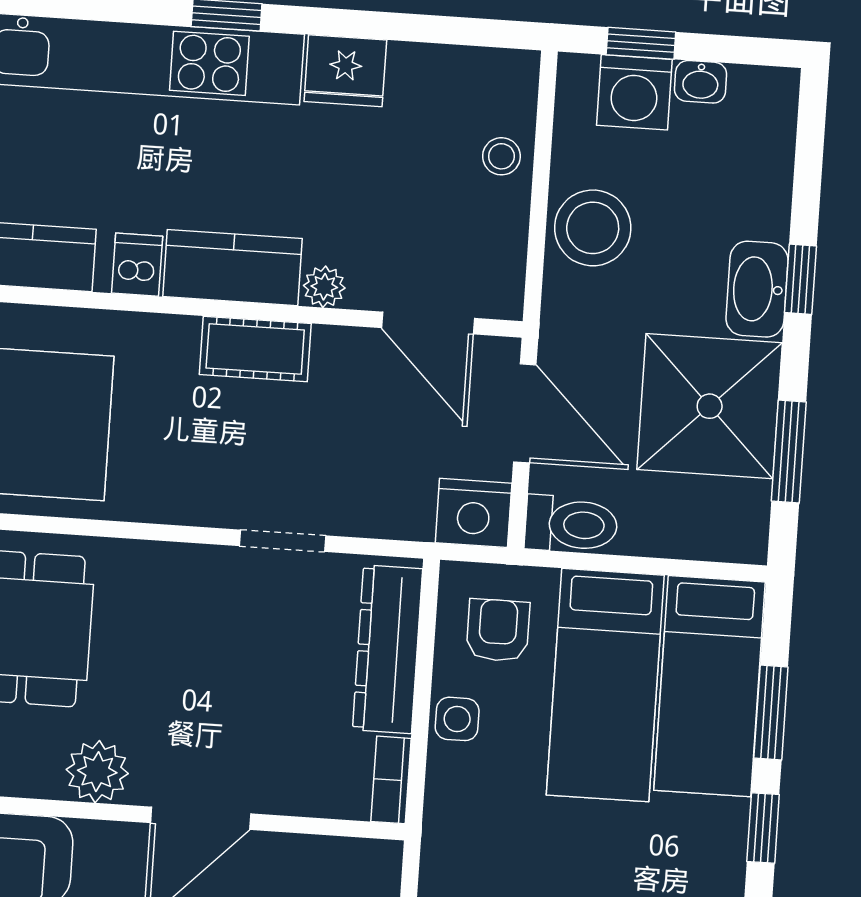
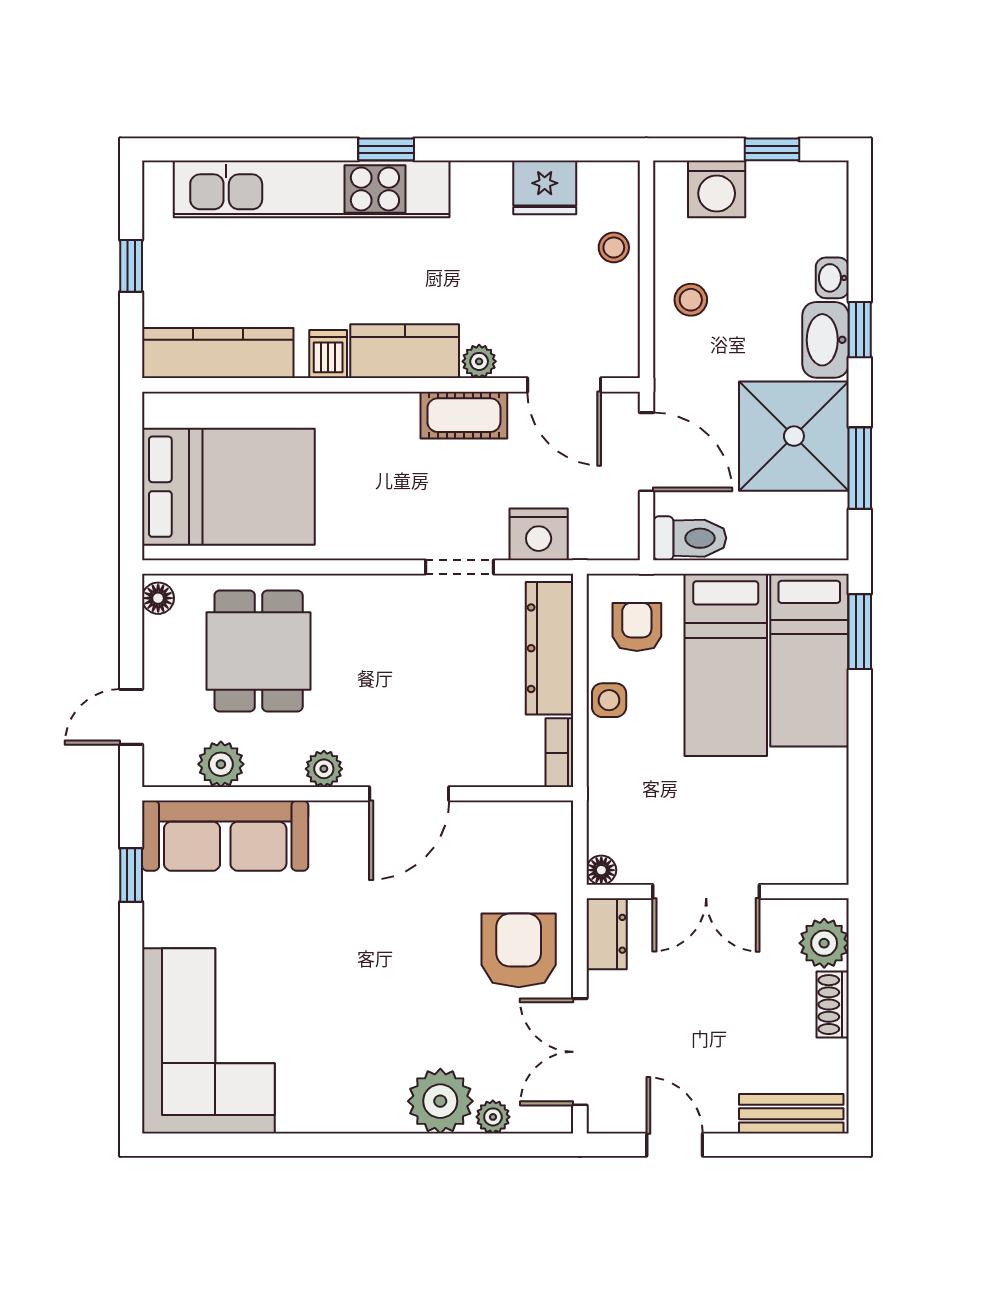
window: (641, 43) -> (772, 149), moved
fridge: (345, 71) -> (545, 187), moved
washbasin: (701, 82) -> (832, 278), moved, turned 90
stool: (593, 228) -> (691, 300), width x0.53, depth x0.53
cot: (255, 349) -> (464, 415), moved
nightstand: (474, 513) -> (539, 534), moved
window: (771, 713) -> (860, 632), moved
plant: (97, 772) -> (324, 769), width x0.73, depth x0.73
window: (763, 828) -> (860, 771), removed

